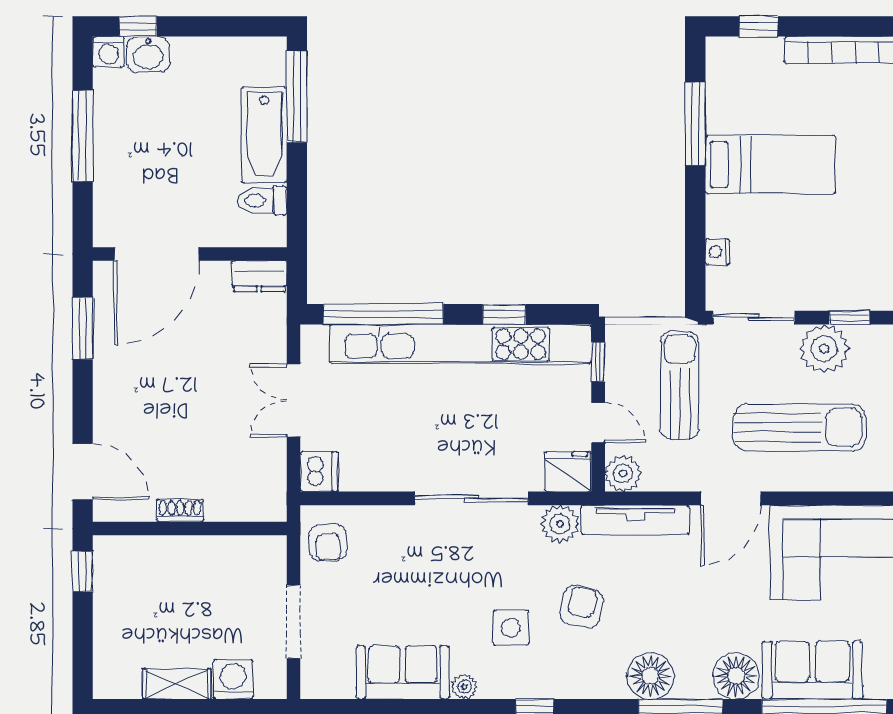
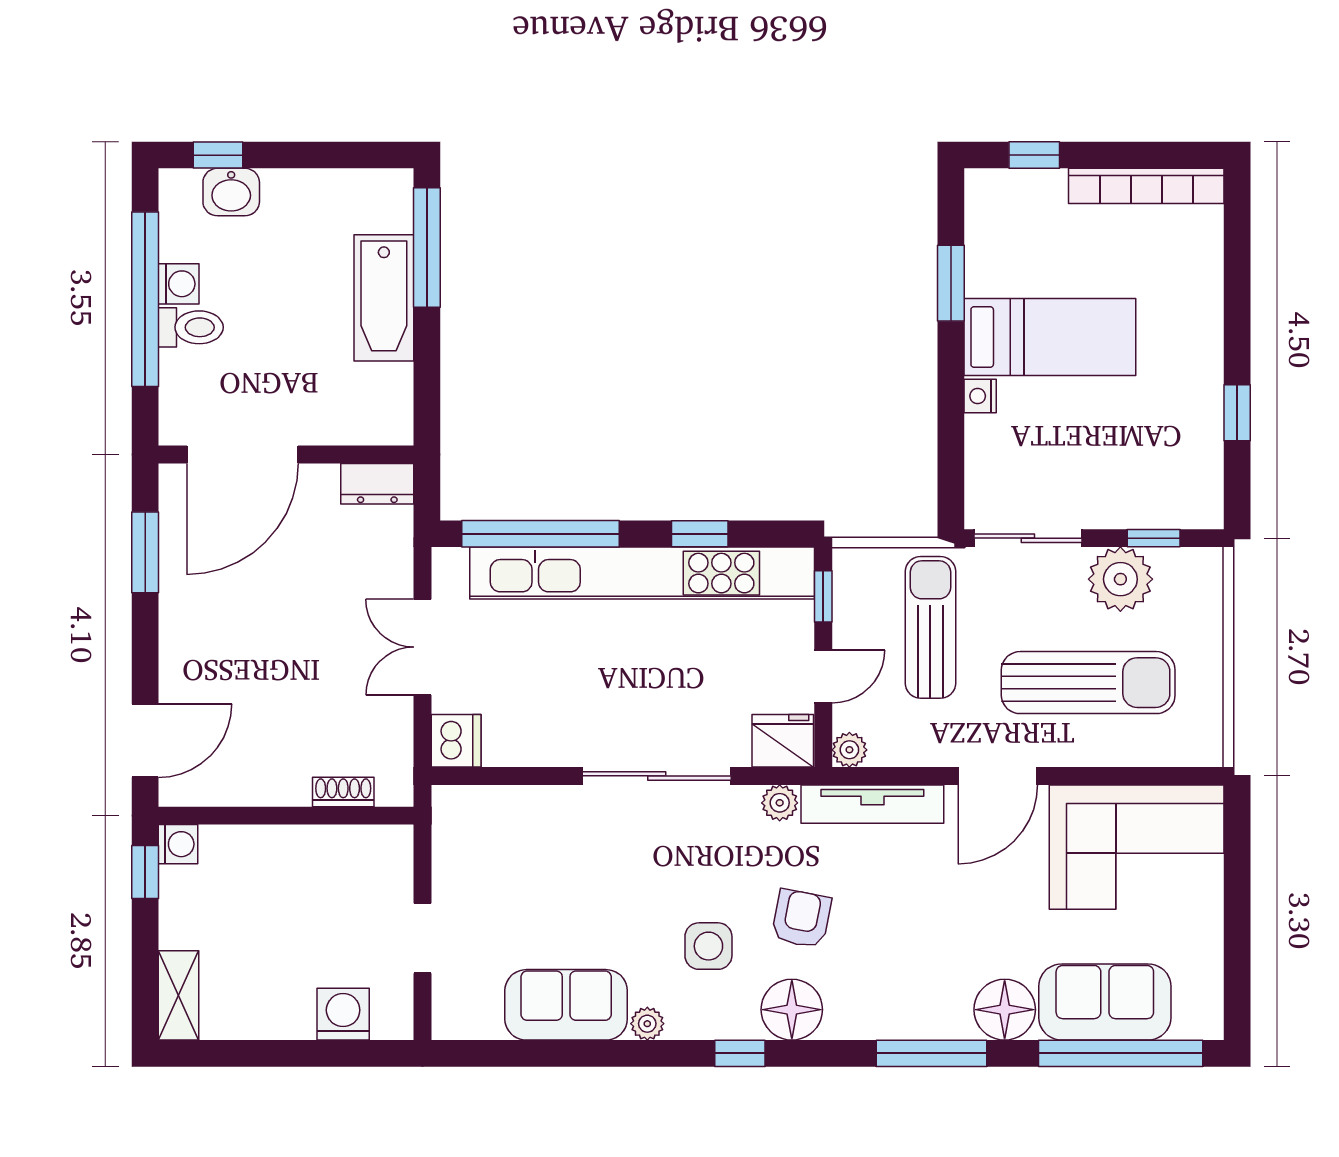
washing machine: (109, 52) -> (179, 284), moved, turned -90
window: (695, 124) -> (951, 283), width x0.69
window: (83, 136) -> (145, 299), width x1.46
toilet: (262, 201) -> (191, 327), moved, turned 180
nightstand: (717, 252) -> (980, 396), moved
door: (598, 423) -> (823, 676), hinge flipped
door: (83, 472) -> (145, 741), hinge flipped
plant: (623, 474) -> (849, 750), width x0.73, depth x0.73
shoe rack: (180, 510) -> (343, 792), moved
plant: (560, 524) -> (780, 803), width x0.73, depth x0.73
armchair: (328, 542) -> (468, 834), removed
washing machine: (108, 550) -> (178, 844), added
doorway: (294, 622) -> (422, 938), width x0.73
floor lamp: (650, 676) -> (792, 1010), moved
shelving: (177, 684) -> (178, 995), moved, turned 90

